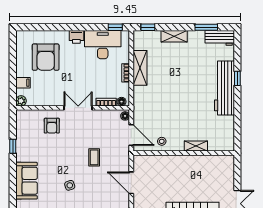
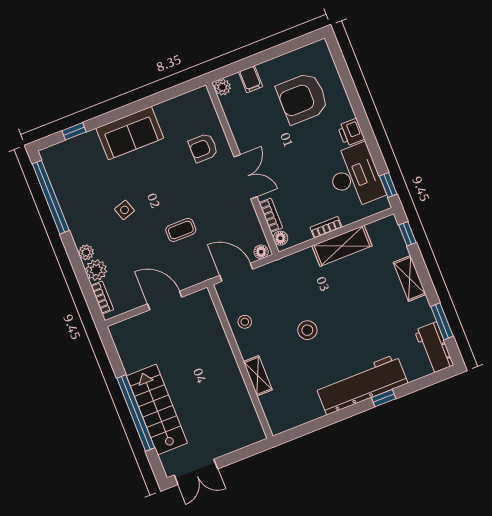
stool: (181, 107) -> (307, 330), added
door: (131, 135) -> (236, 272), swing flipped
window: (13, 146) -> (74, 131), moved
sofa: (27, 181) -> (130, 133), moved
door: (131, 183) -> (165, 300), hinge flipped

